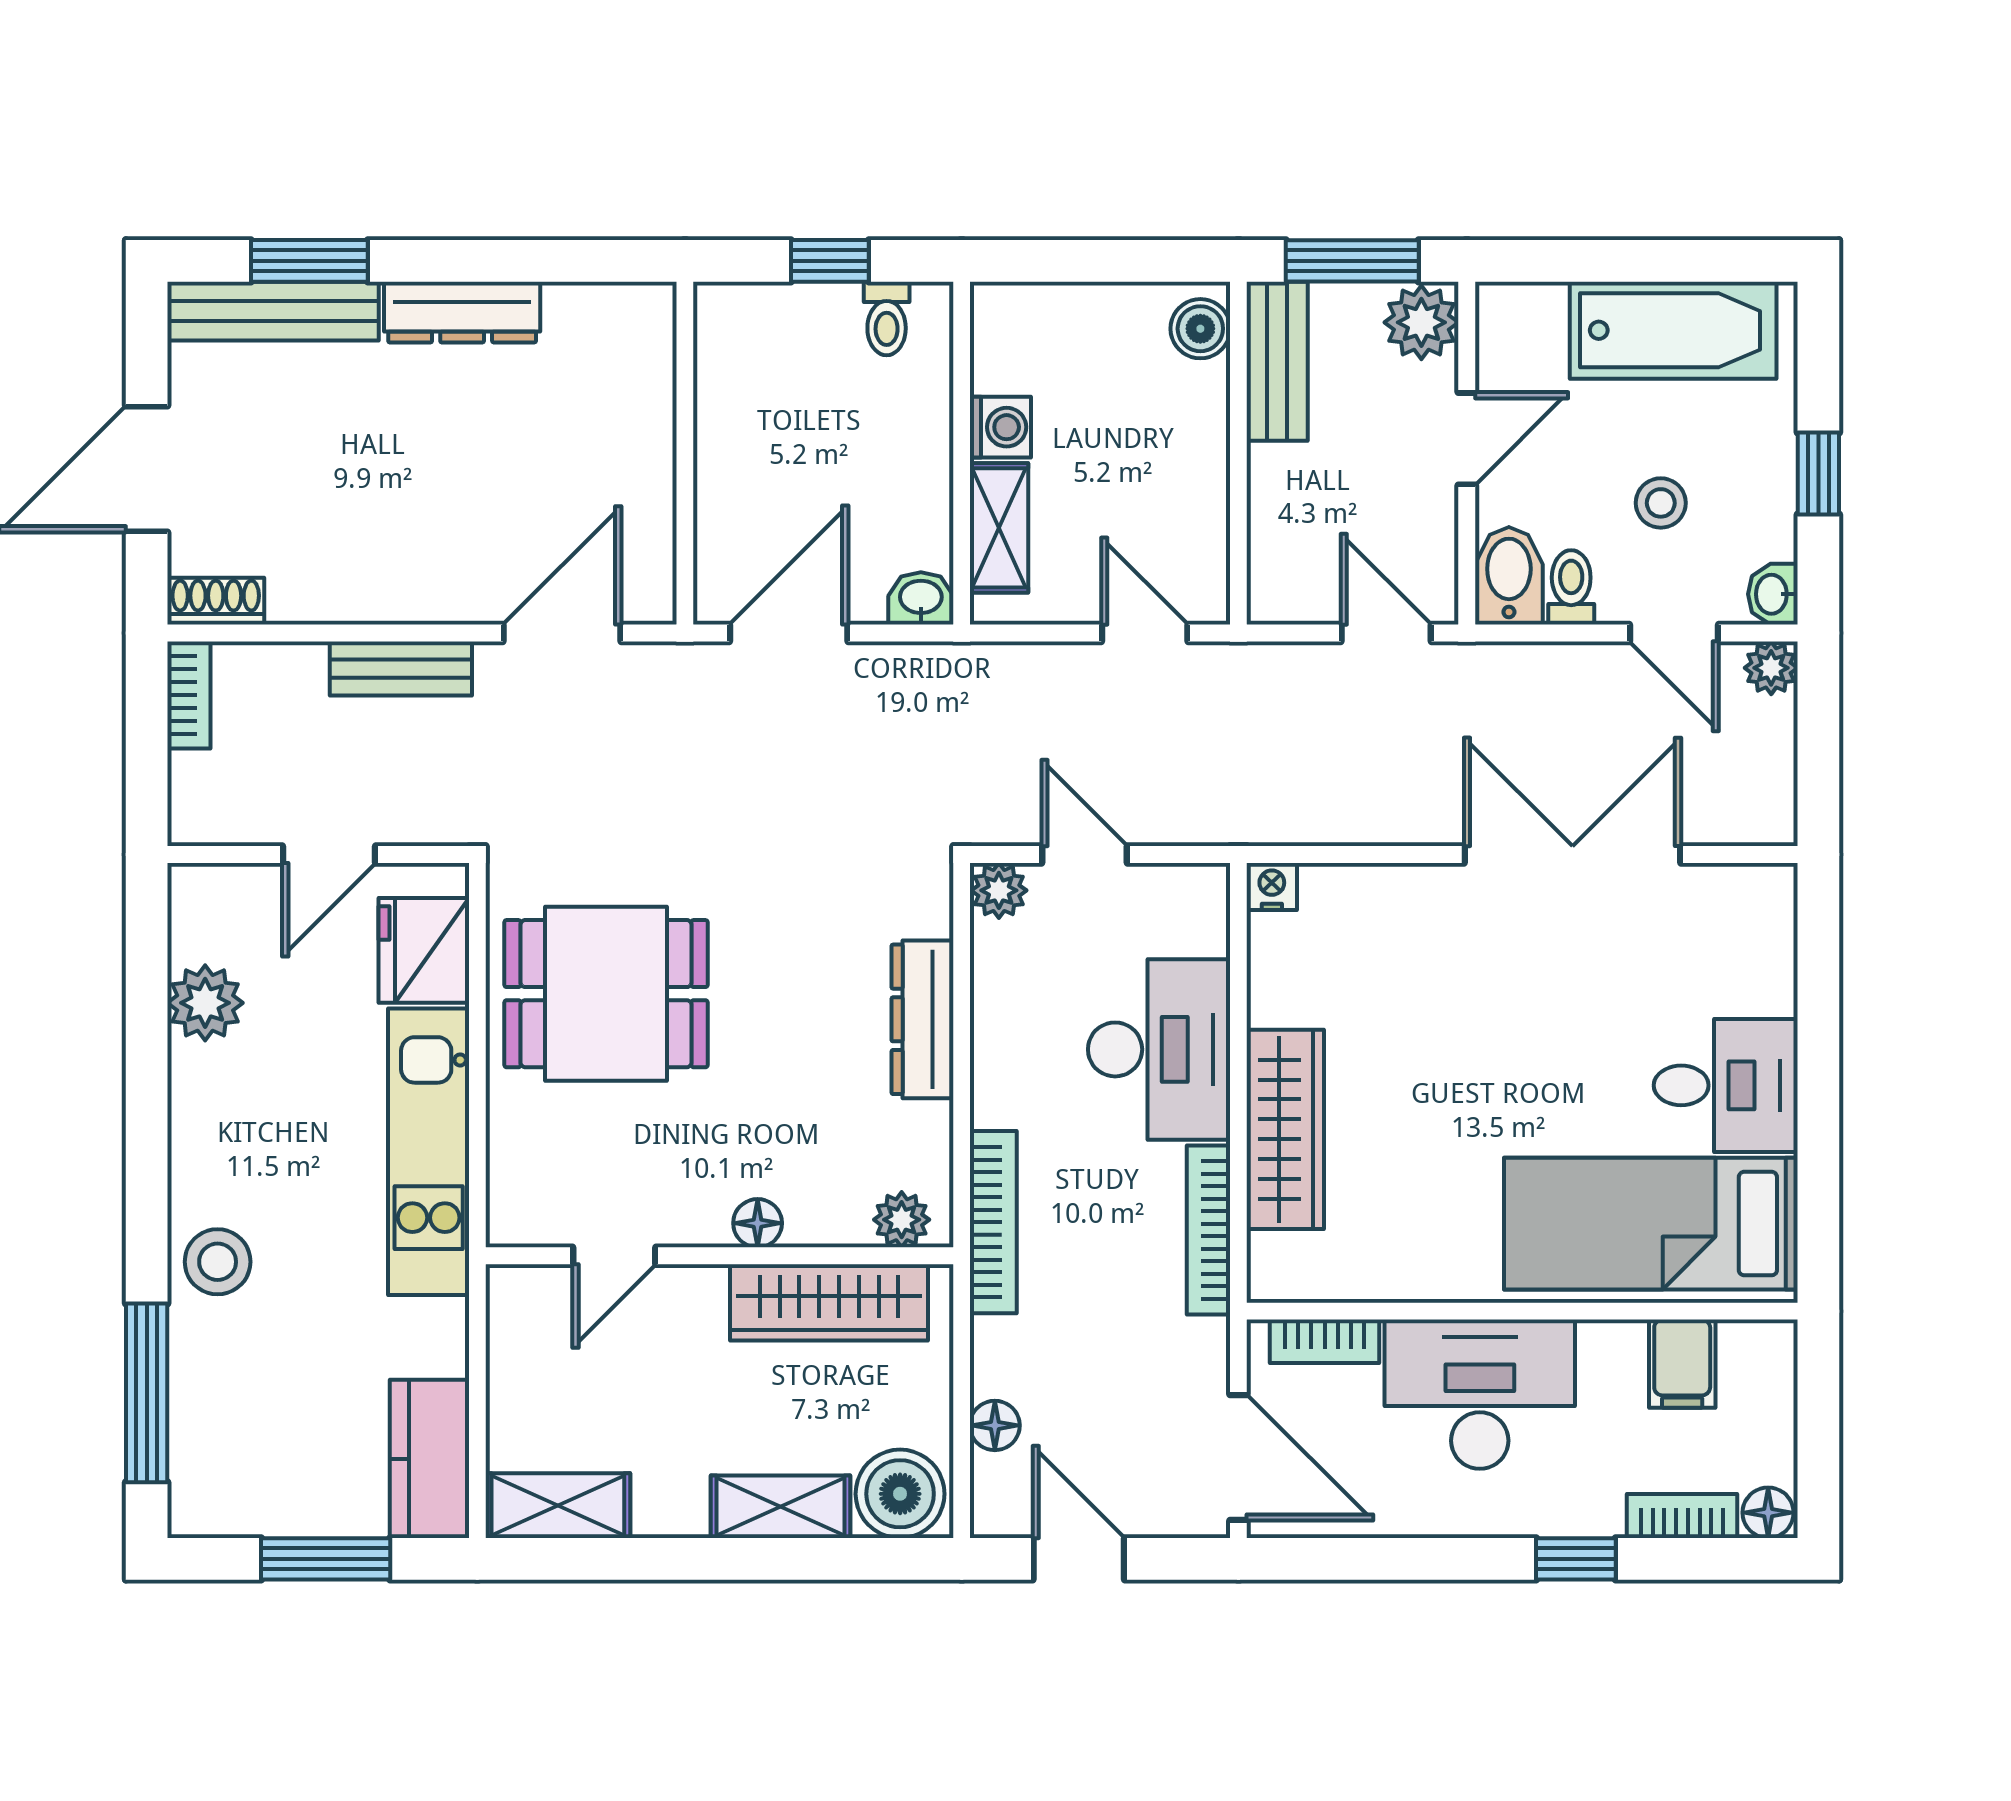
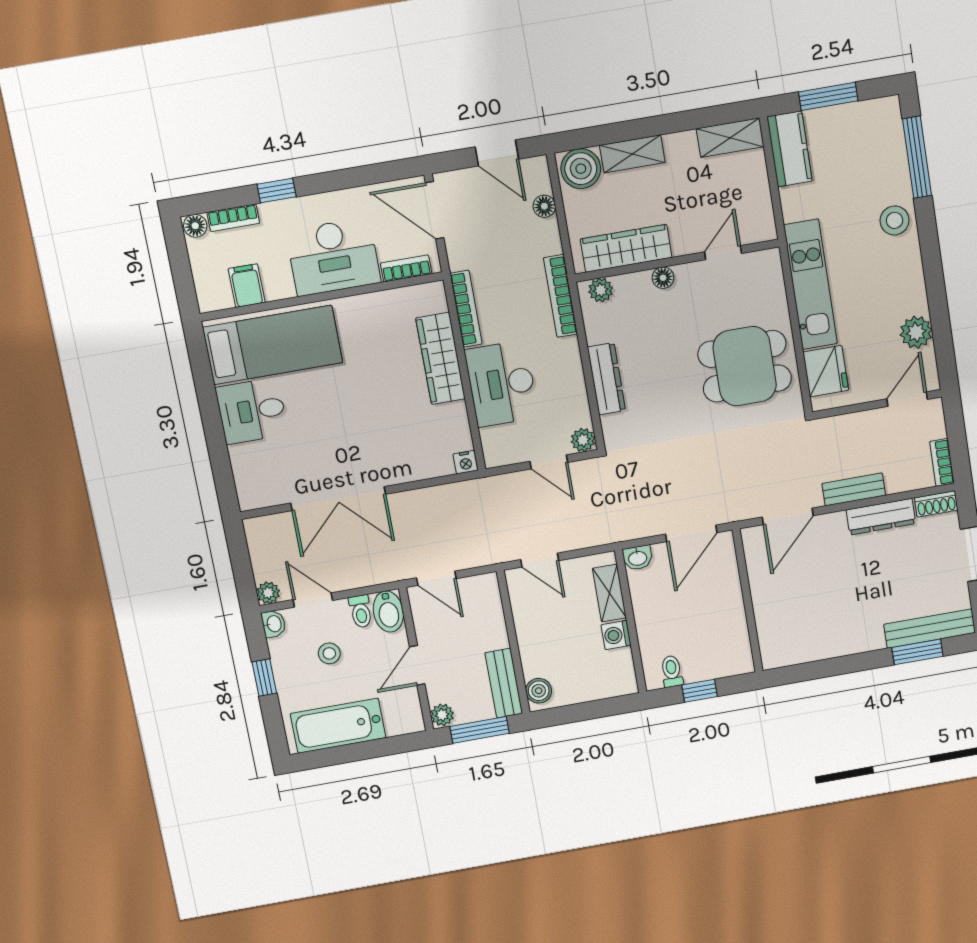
dresser: (462, 312) -> (881, 517), moved, turned 180
plant: (1421, 322) -> (442, 715), width x0.73, depth x0.73
door: (329, 854) -> (907, 399), moved

